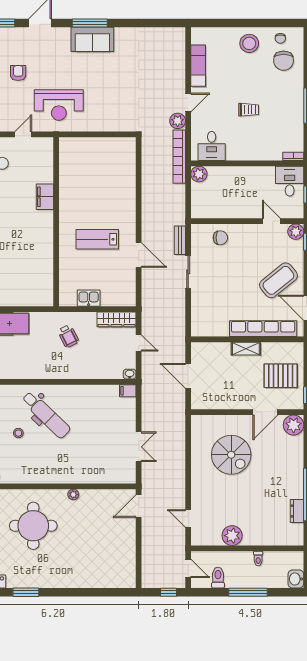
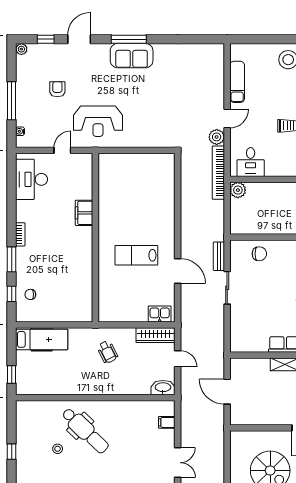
kitchen sink: (89, 298) -> (160, 314), moved
washbasin: (130, 374) -> (163, 388), width x1.91, depth x1.45
filing cabinet: (128, 391) -> (167, 422), moved

